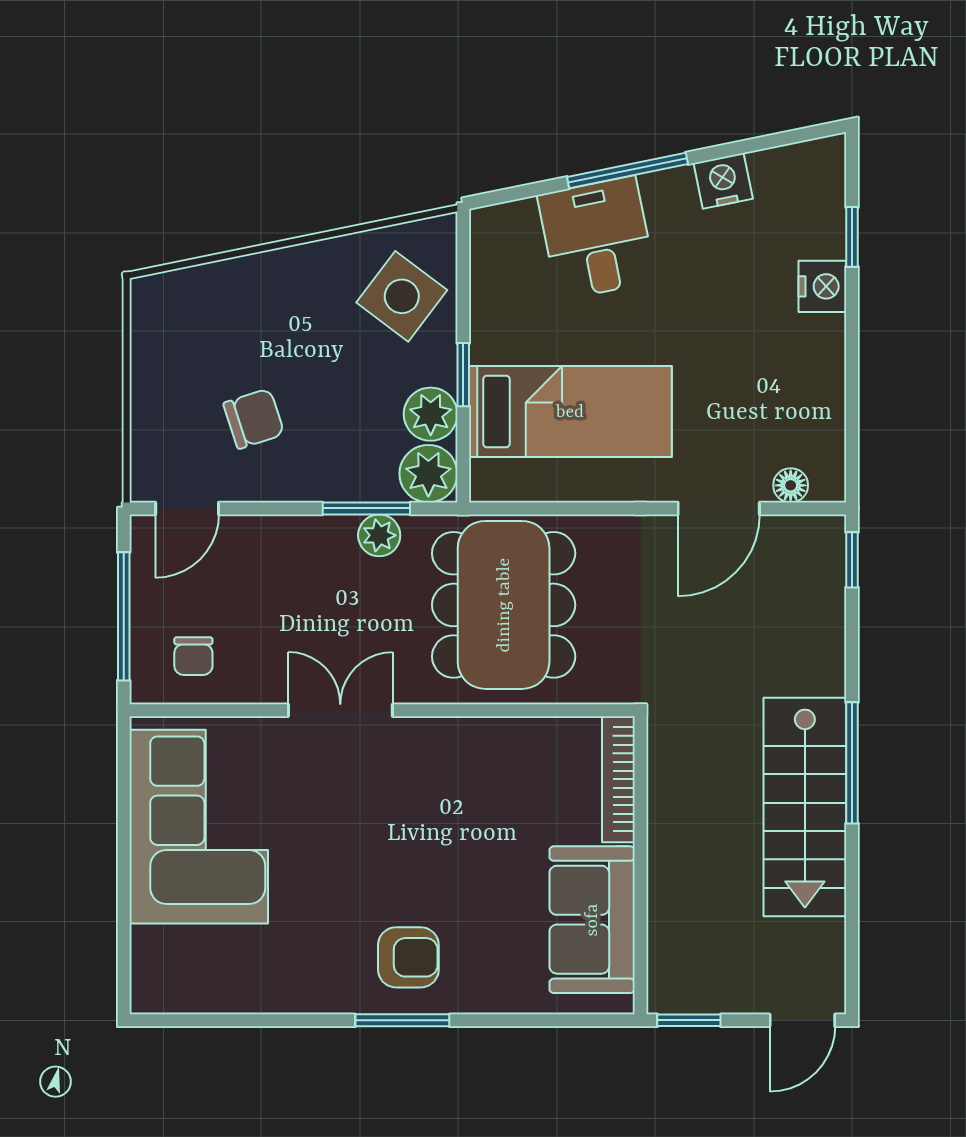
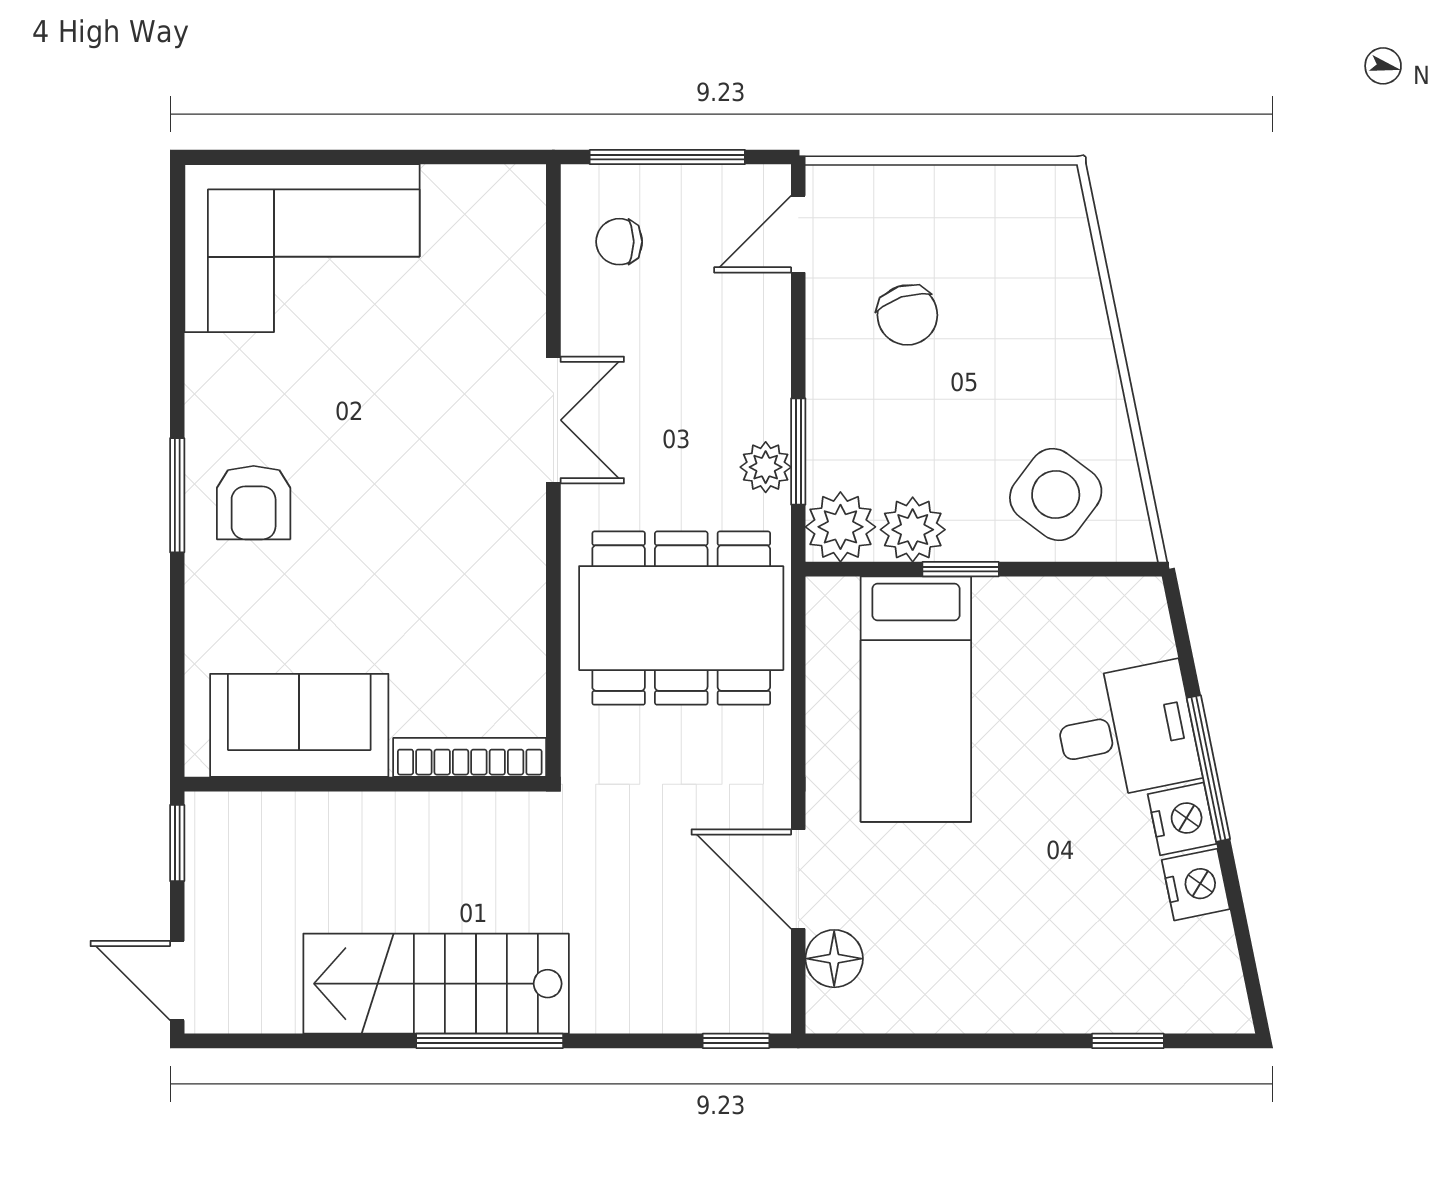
nightstand: (822, 286) -> (1182, 819), moved, turned -102
floor lamp: (791, 485) -> (834, 959), width x1.37, depth x1.37
door: (187, 508) -> (798, 234), hinge flipped
corner sofa: (199, 827) -> (302, 248), moved

